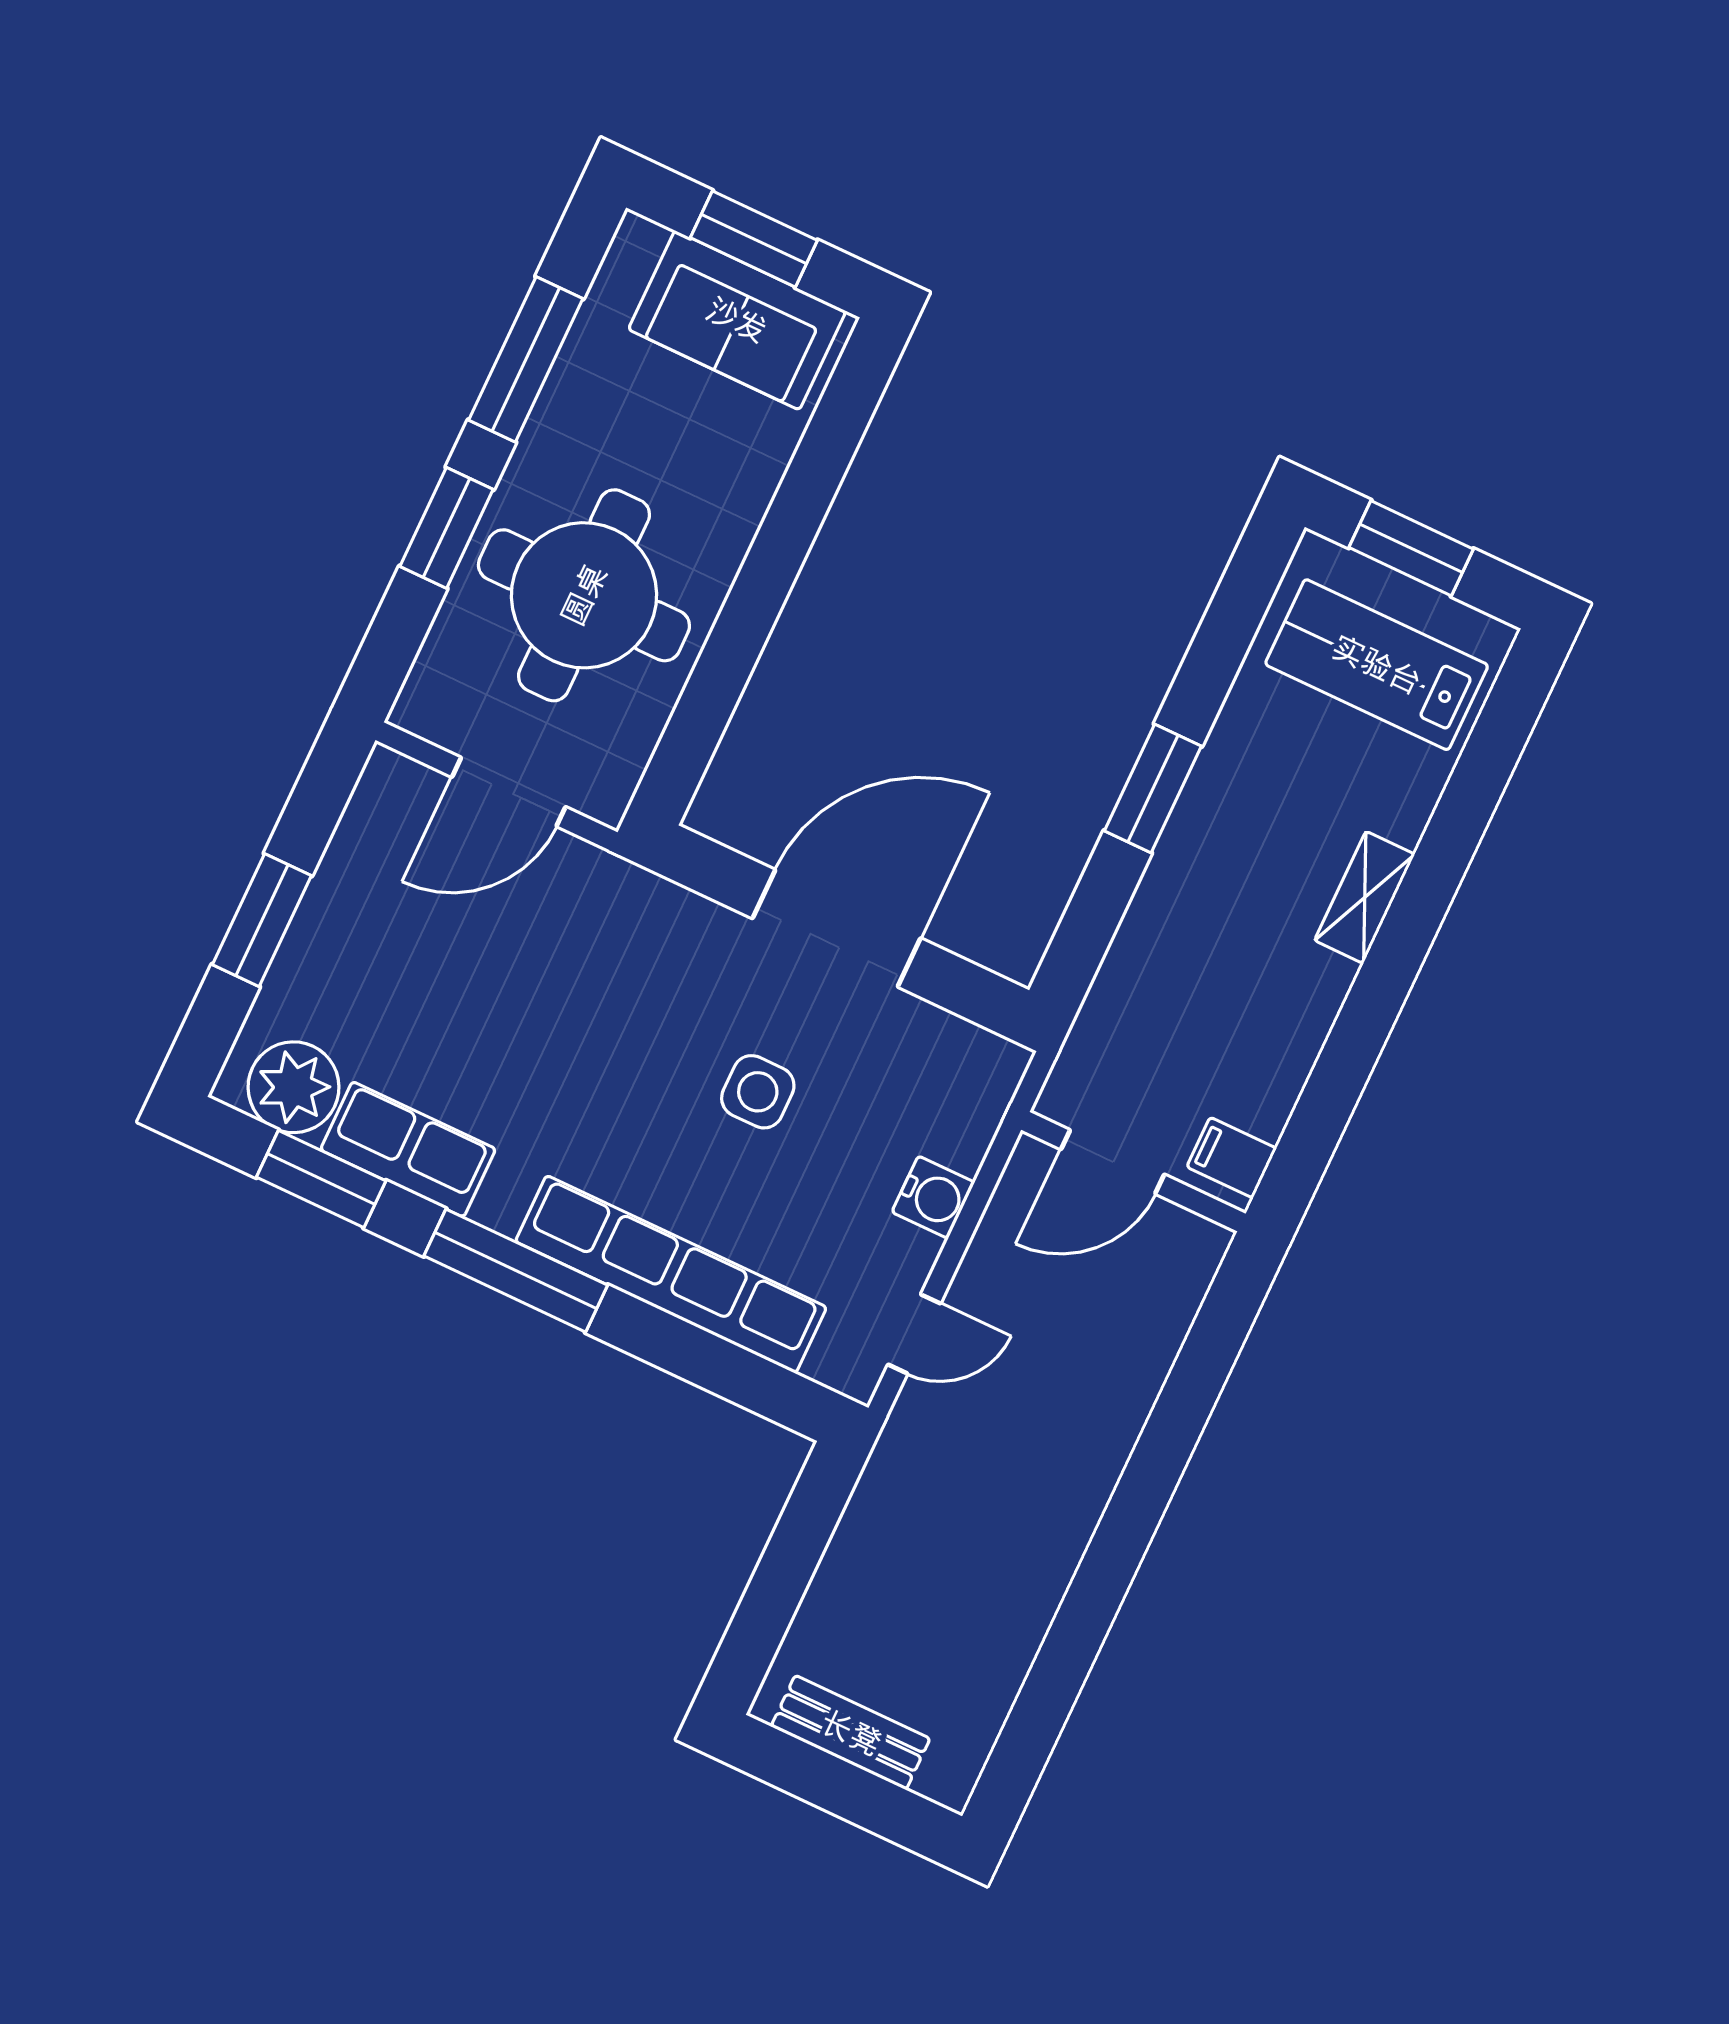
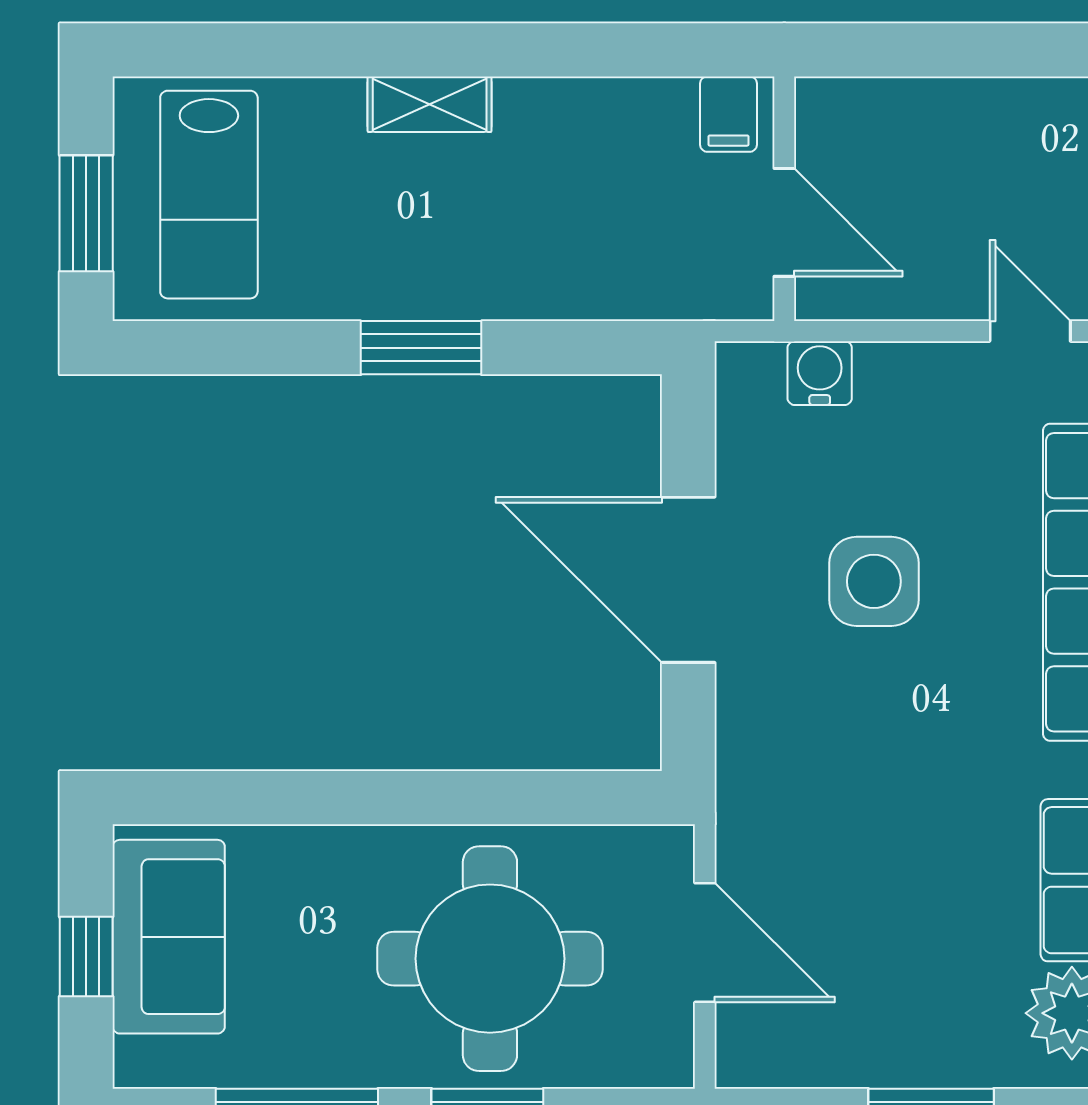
window: (754, 239) -> (86, 957), width x0.67
side table: (758, 1092) -> (874, 581), width x1.37, depth x1.37
water cooler: (933, 1197) -> (820, 373), moved

